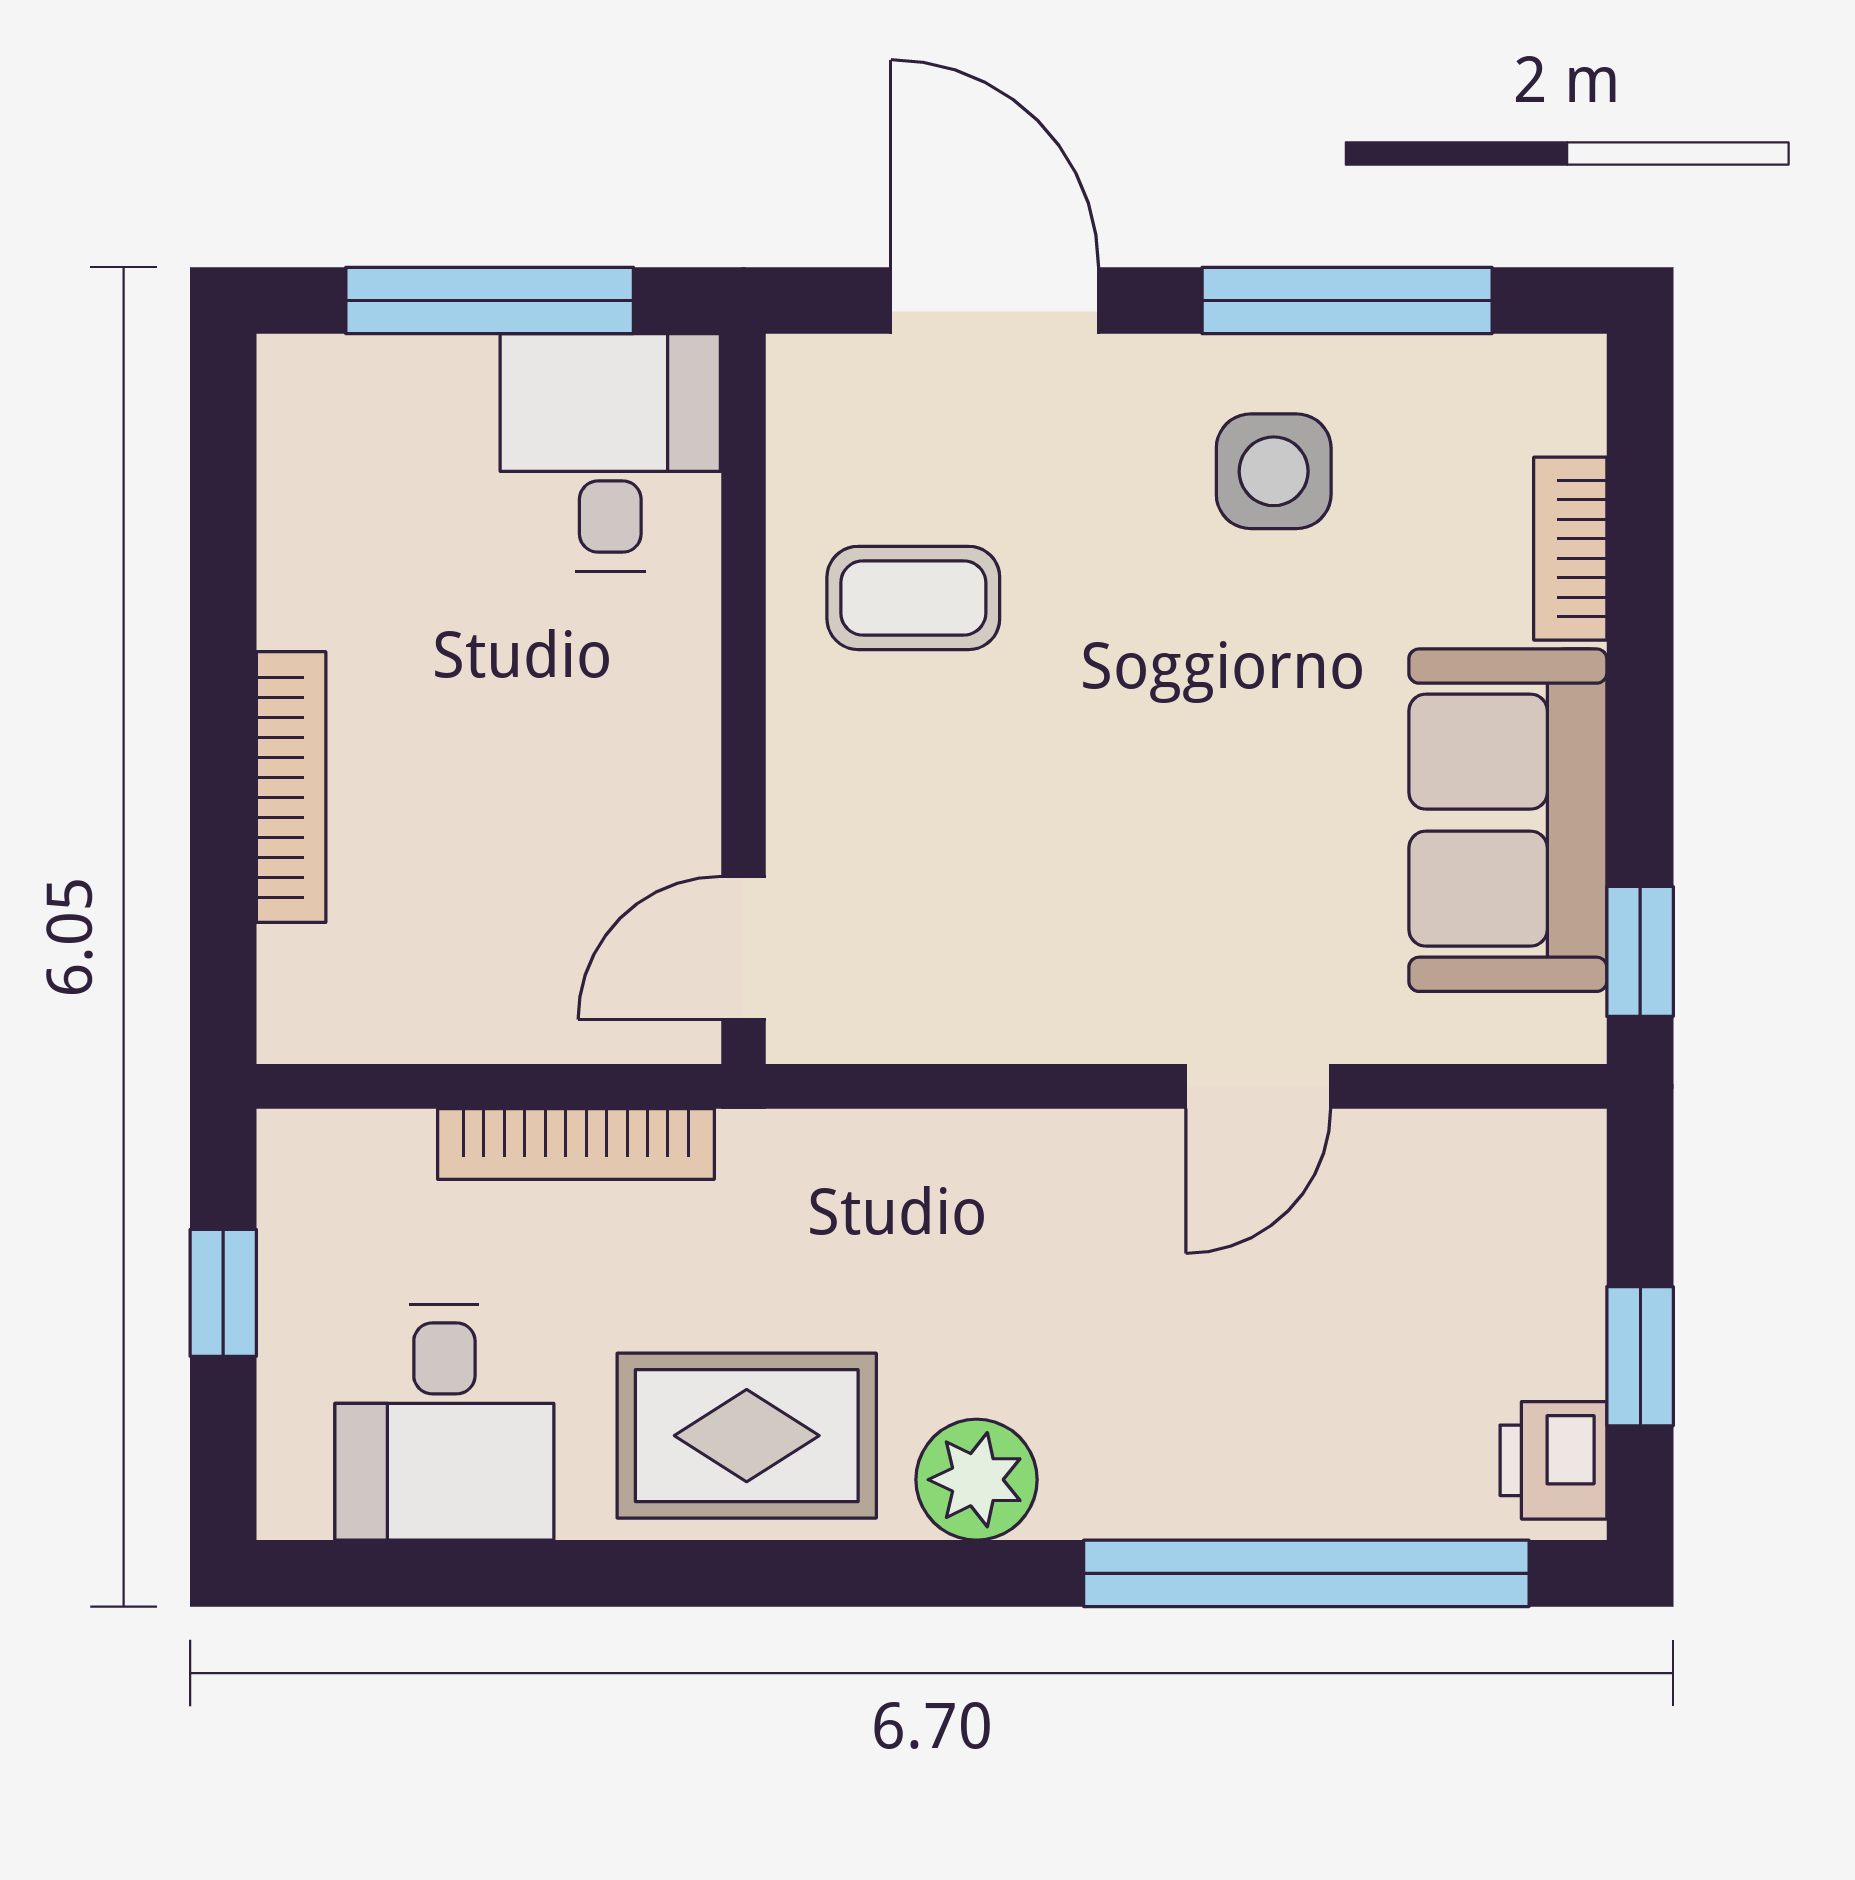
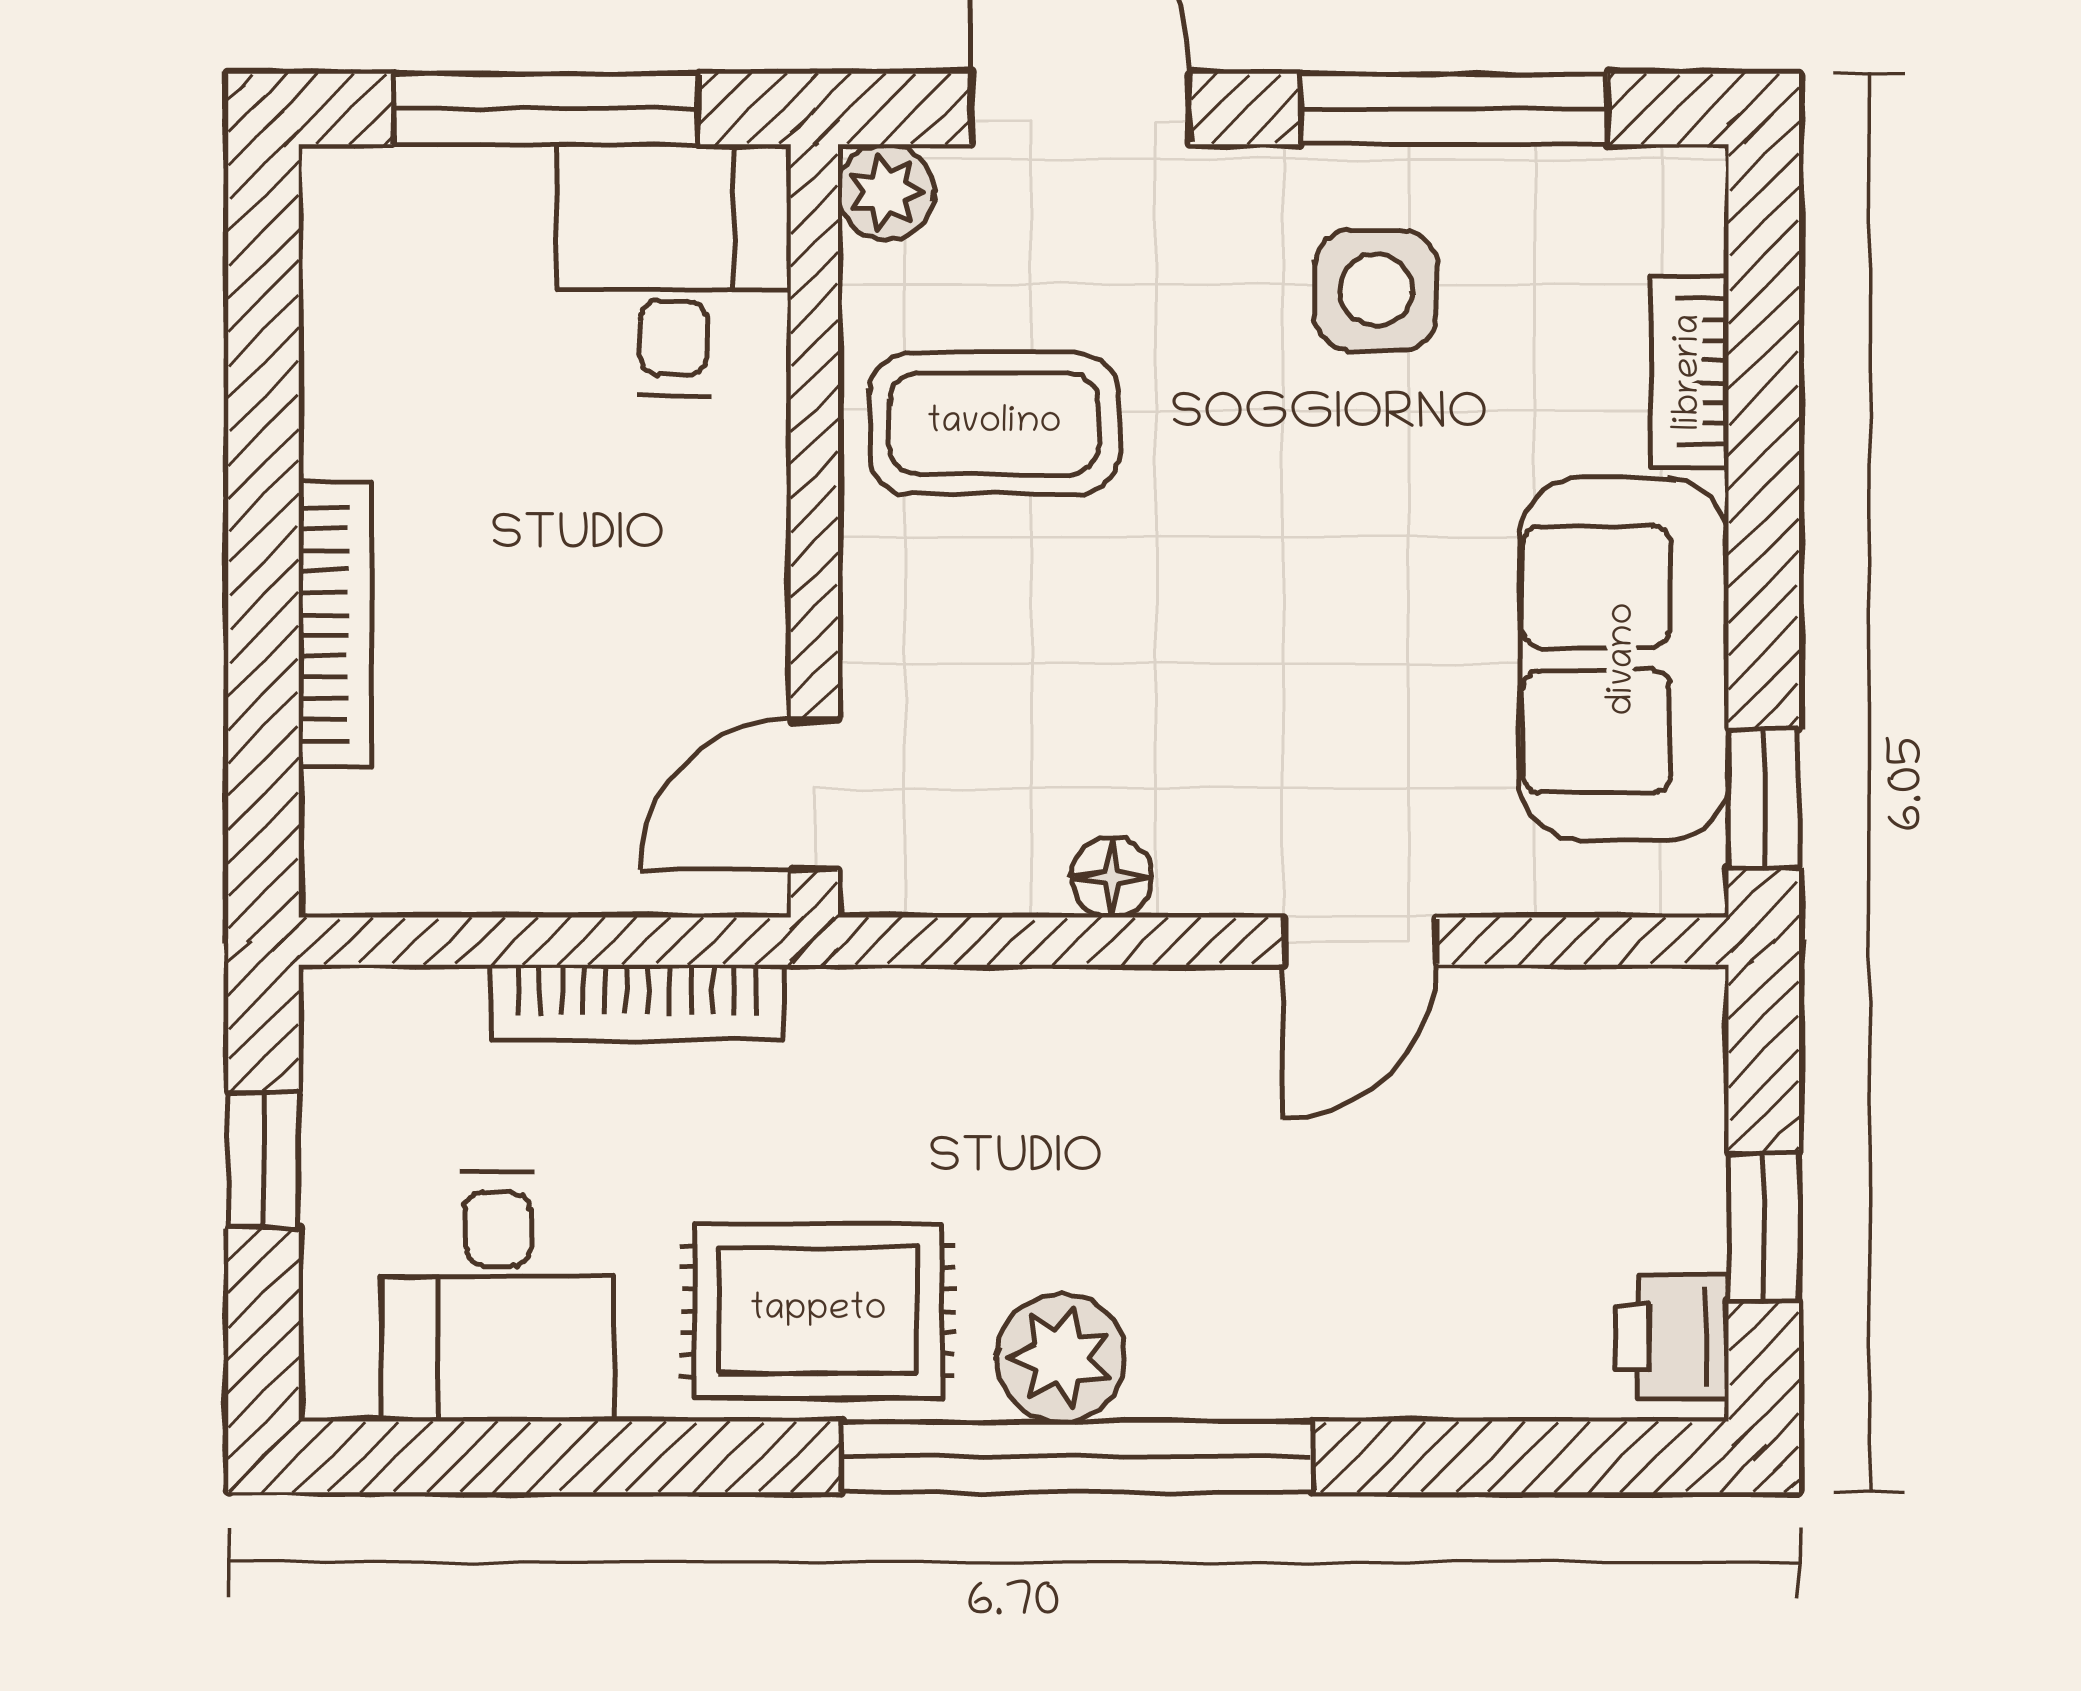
plant: (811, 379) -> (886, 192), added
coffee table: (913, 598) -> (994, 424), width x1.36, depth x1.30
floor lamp: (1024, 1026) -> (1112, 877), added
window: (1306, 1573) -> (1077, 1457), moved

